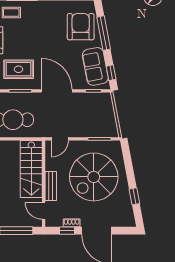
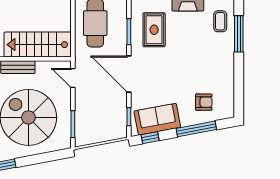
armchair: (81, 27) -> (204, 102), width x0.53, depth x0.53
door: (57, 91) -> (129, 74), swing flipped

